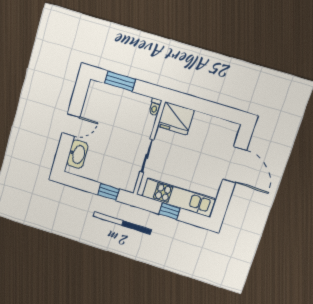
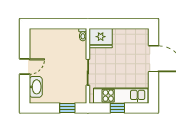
window: (120, 81) -> (52, 24), removed

